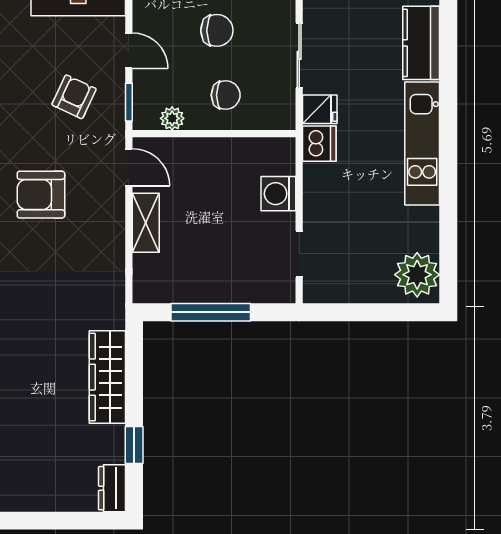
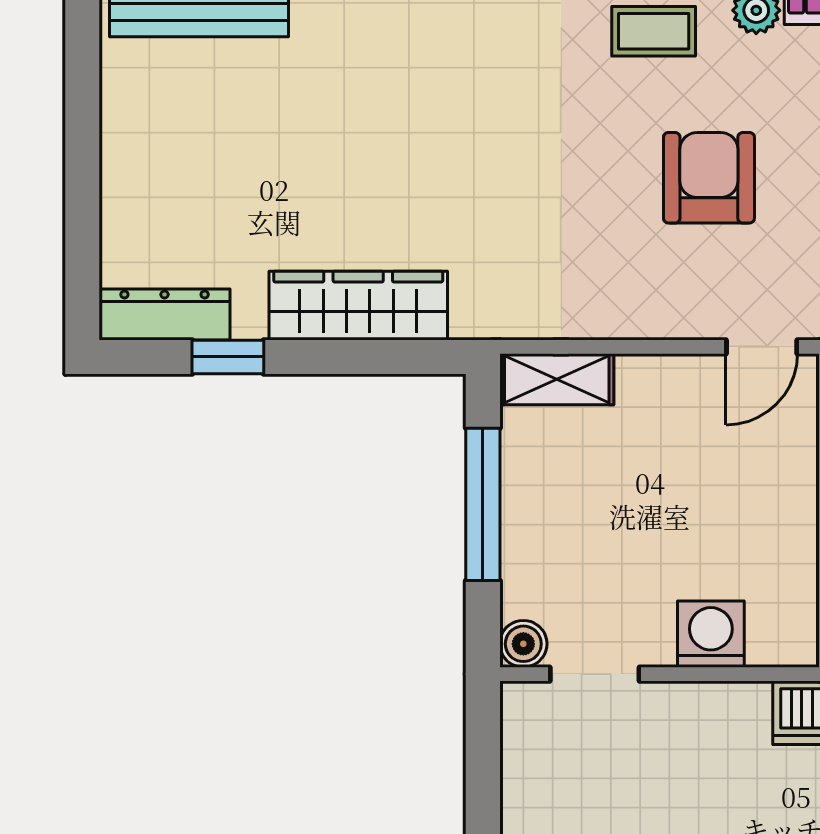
shelving: (146, 223) -> (557, 379), moved
boiler: (283, 291) -> (523, 644), added
dresser: (112, 488) -> (165, 314), width x1.44

